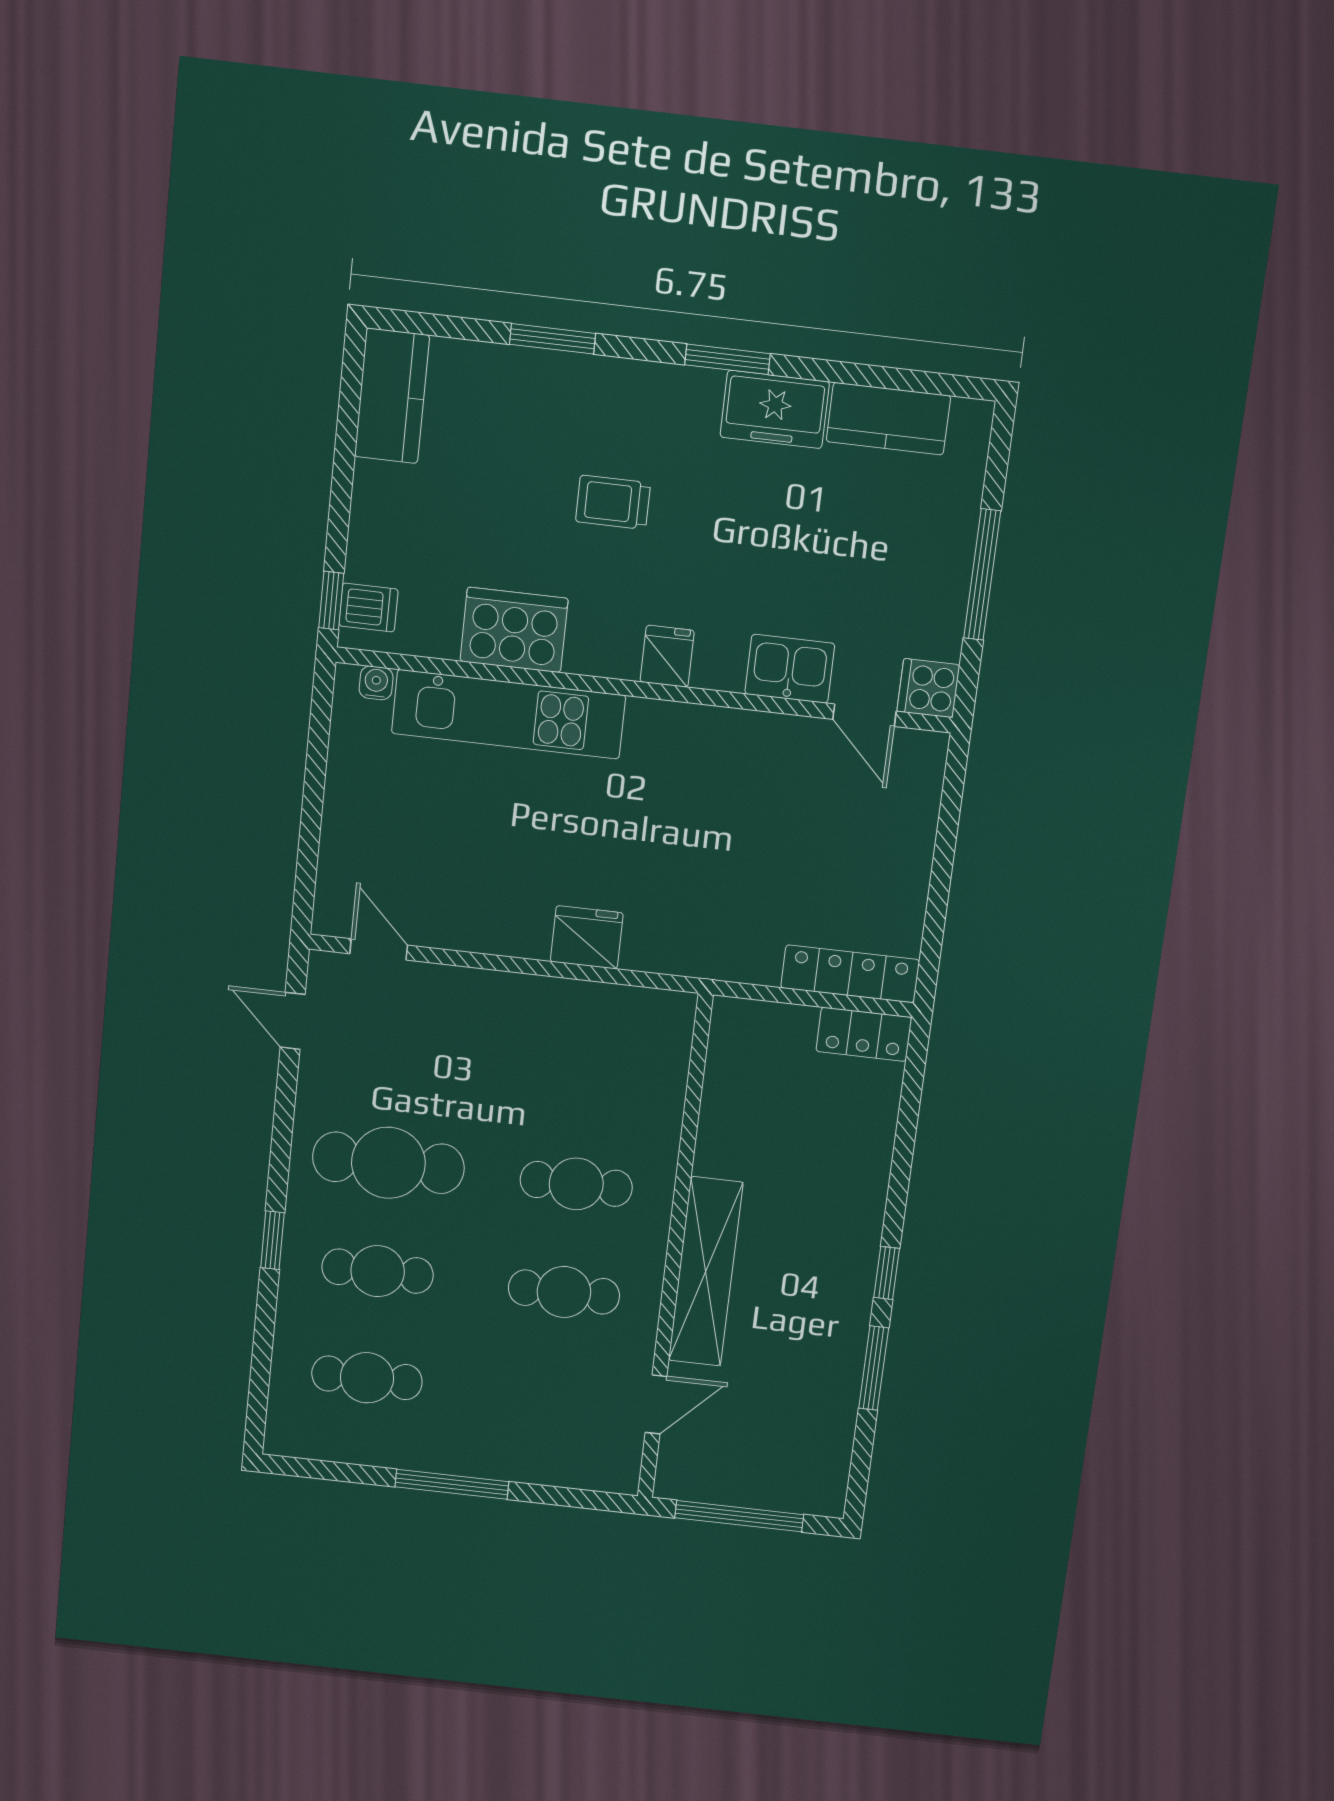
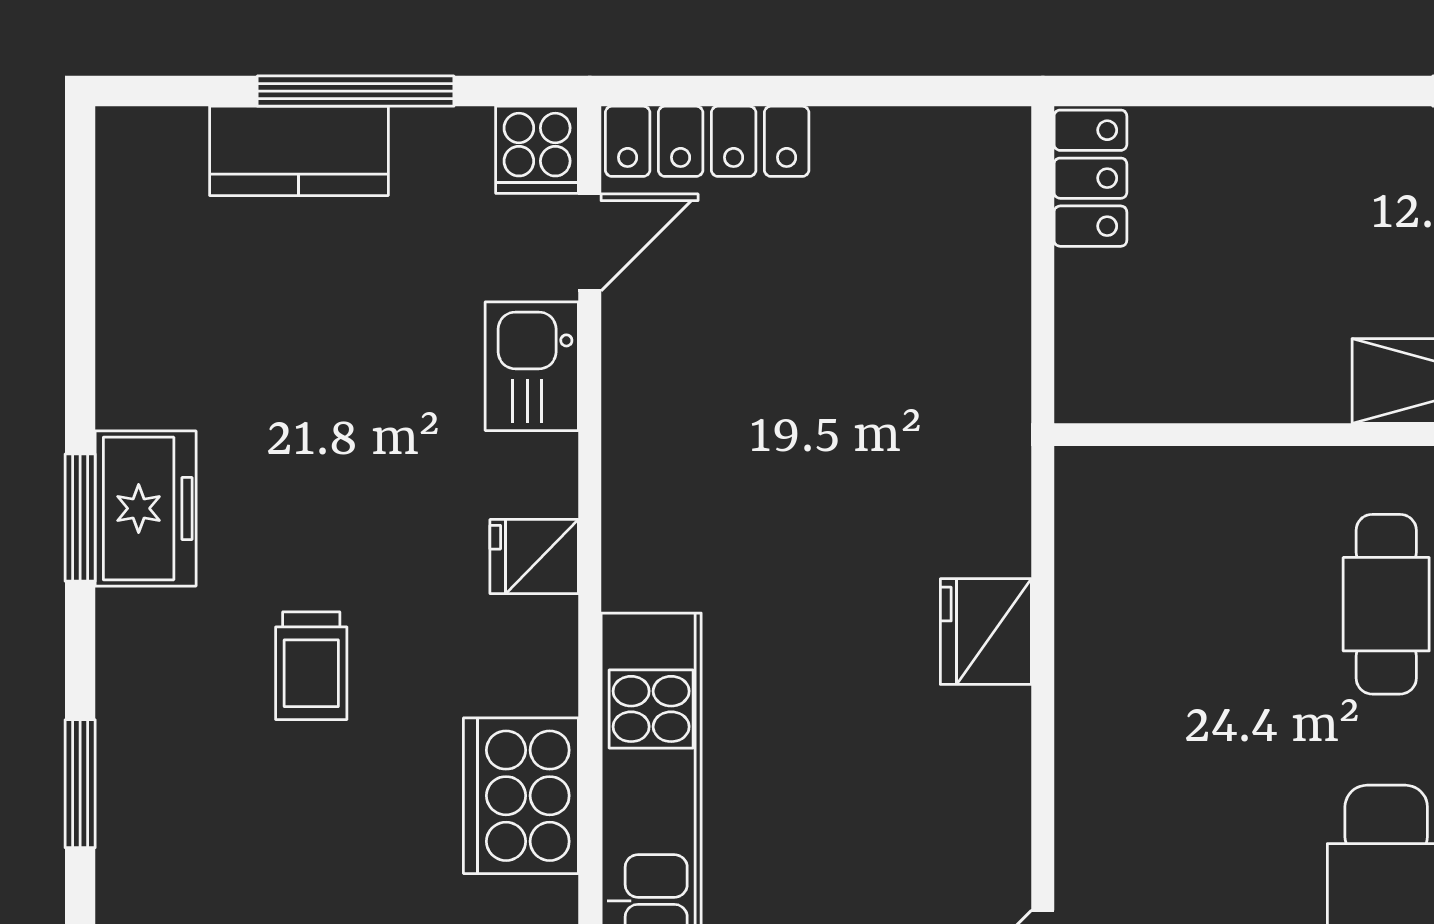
freezer: (775, 409) -> (146, 508), moved
kitchen counter: (888, 419) -> (299, 151), moved, turned 90
locker: (850, 974) -> (707, 141), moved, turned -90

